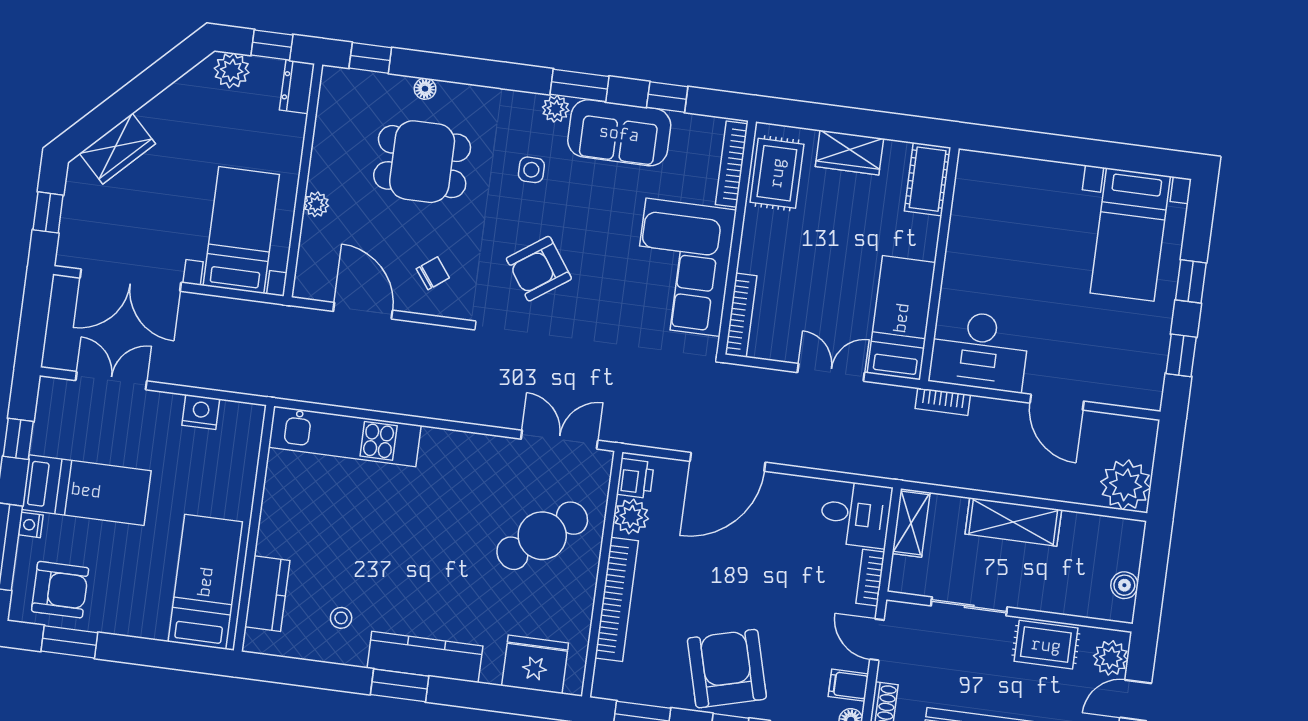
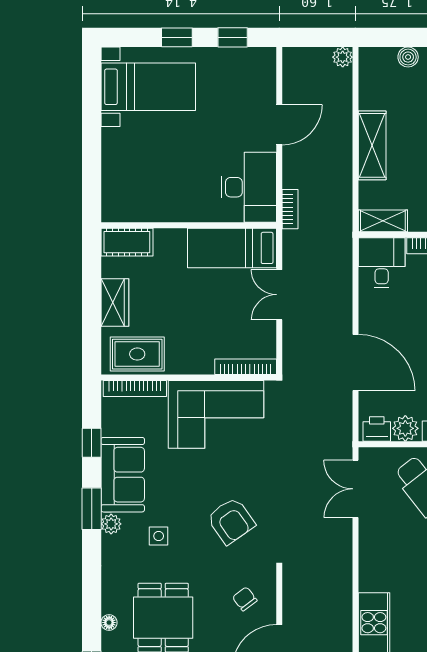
plant: (1126, 485) -> (343, 57), width x0.53, depth x0.53

